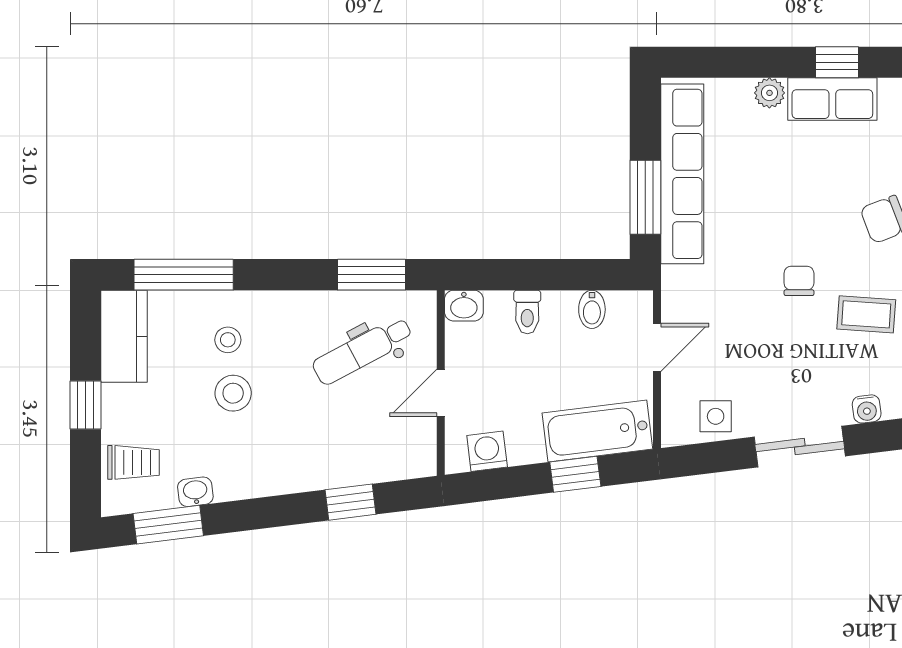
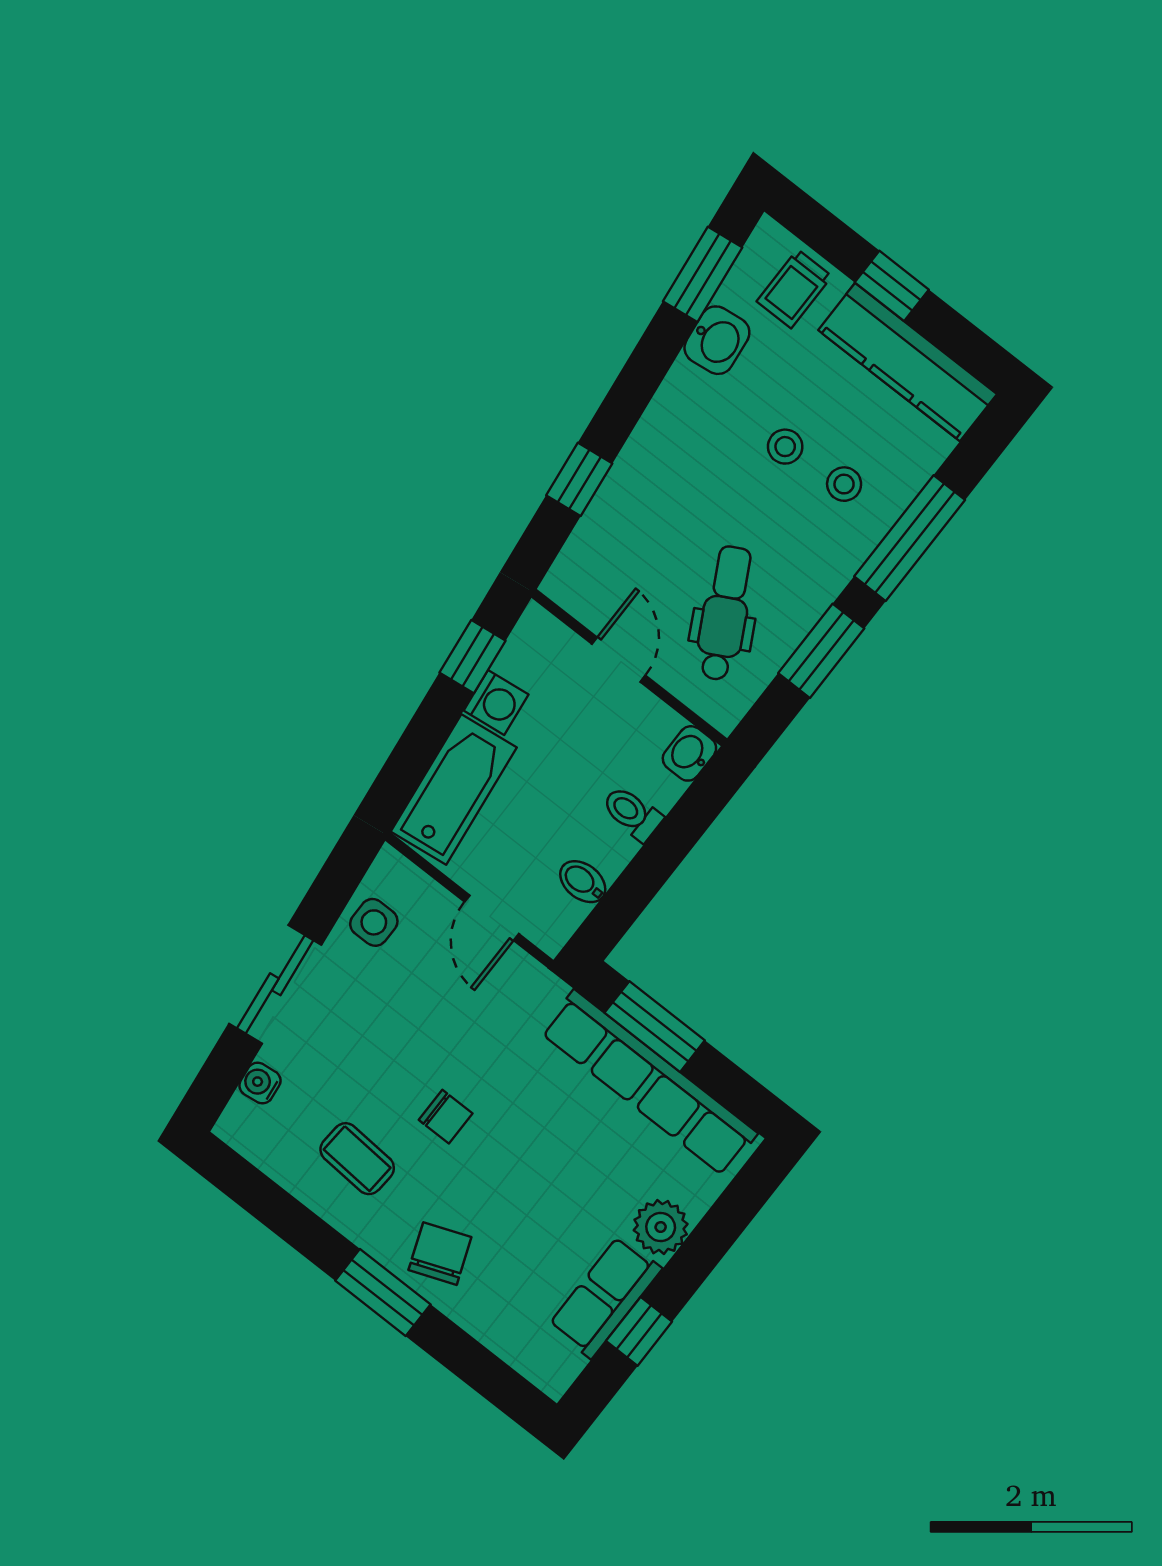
plant: (769, 93) -> (661, 1227), width x1.38, depth x1.38
window: (184, 275) -> (910, 538), moved
window: (371, 275) -> (821, 651), moved
coffee table: (866, 314) -> (357, 1159), turned 90
kitchen counter: (124, 336) -> (908, 362), width x1.50
stool: (233, 393) -> (785, 447), width x0.73, depth x0.73
washing machine: (487, 451) -> (496, 702), moved
window: (575, 474) -> (473, 657), moved
washbasin: (195, 492) -> (717, 340), width x1.38, depth x1.45

